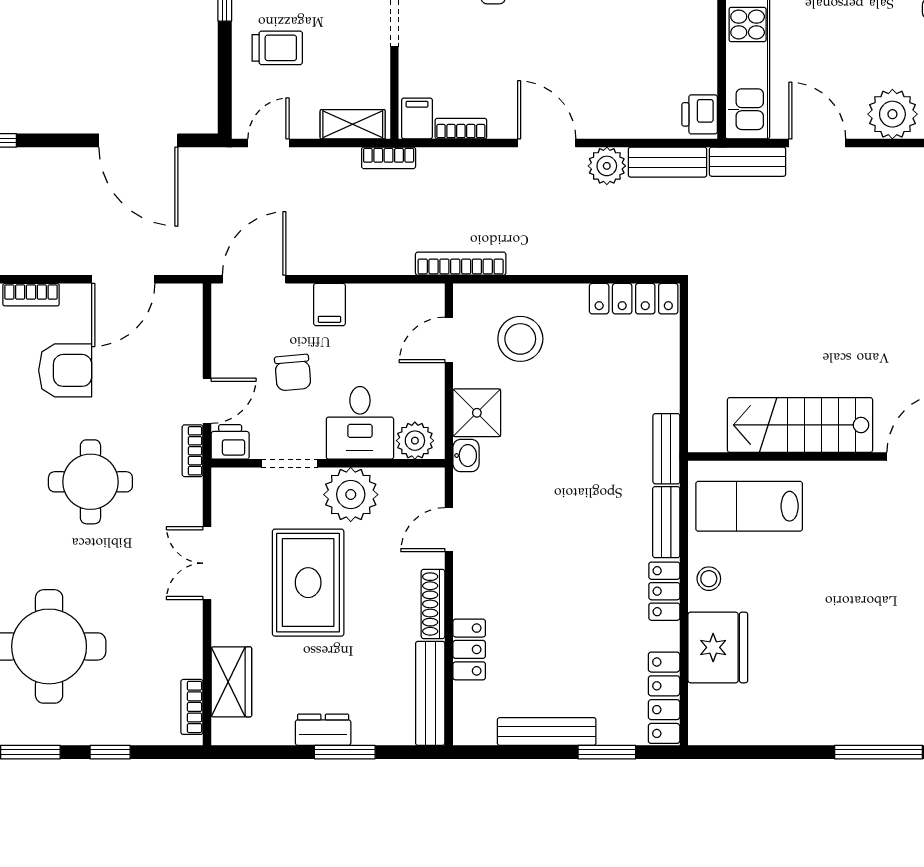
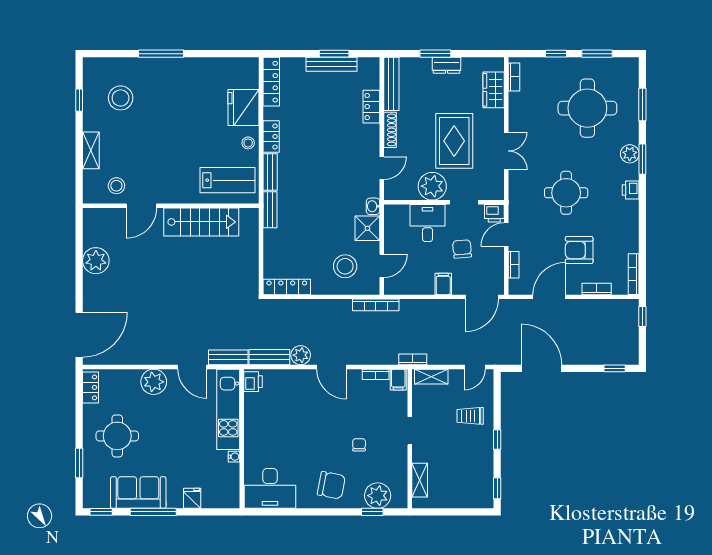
plant: (415, 441) -> (399, 214), removed
bookcase: (193, 451) -> (514, 265), moved
window: (607, 752) -> (334, 54), moved

